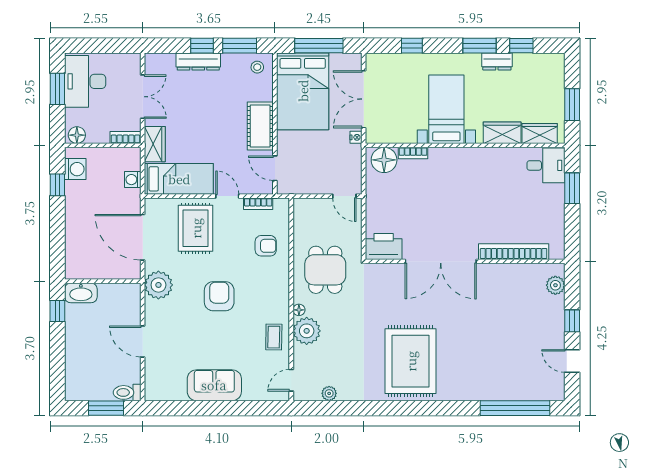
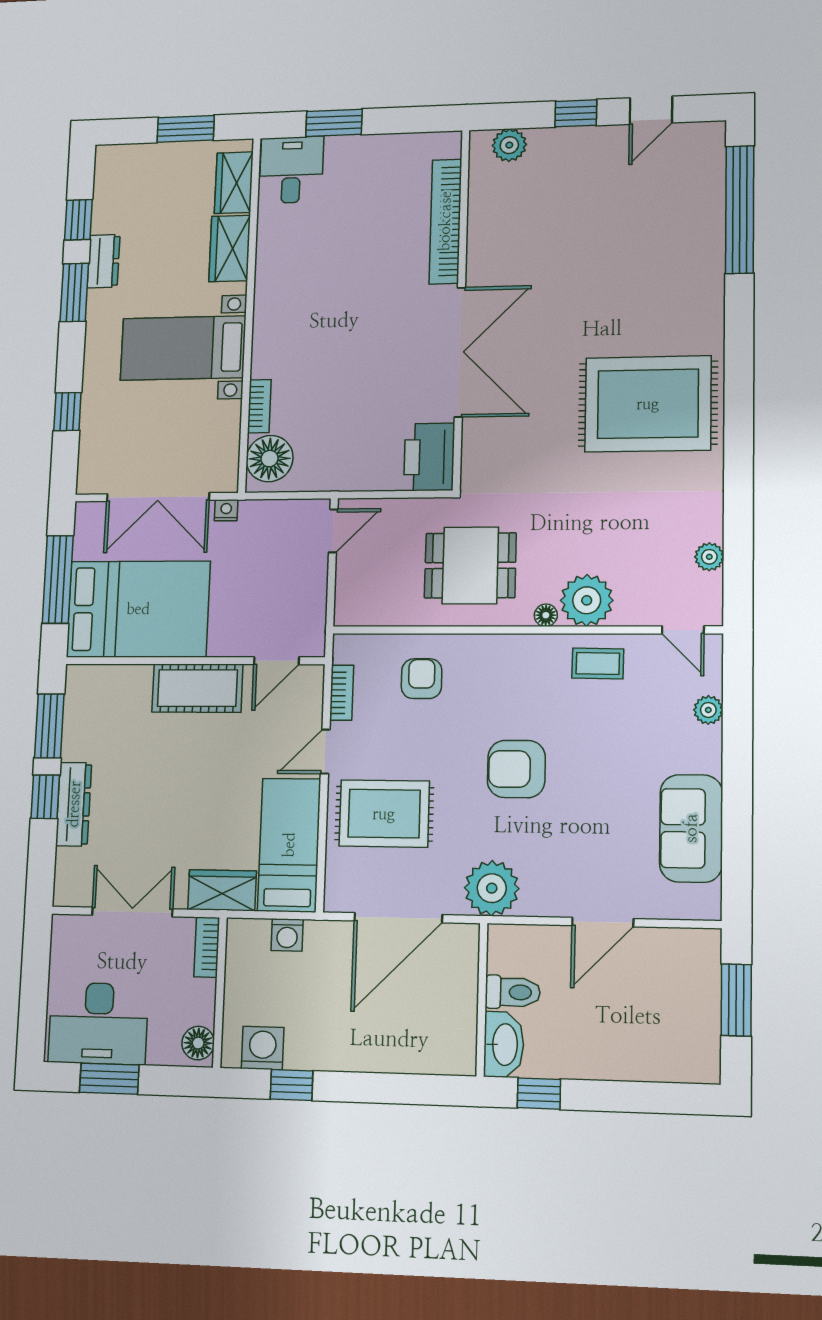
stool: (257, 67) -> (90, 693), removed
sofa: (214, 385) -> (691, 828), moved
toilet: (127, 392) -> (513, 992), moved, turned -90
plant: (250, 393) -> (708, 710), added

